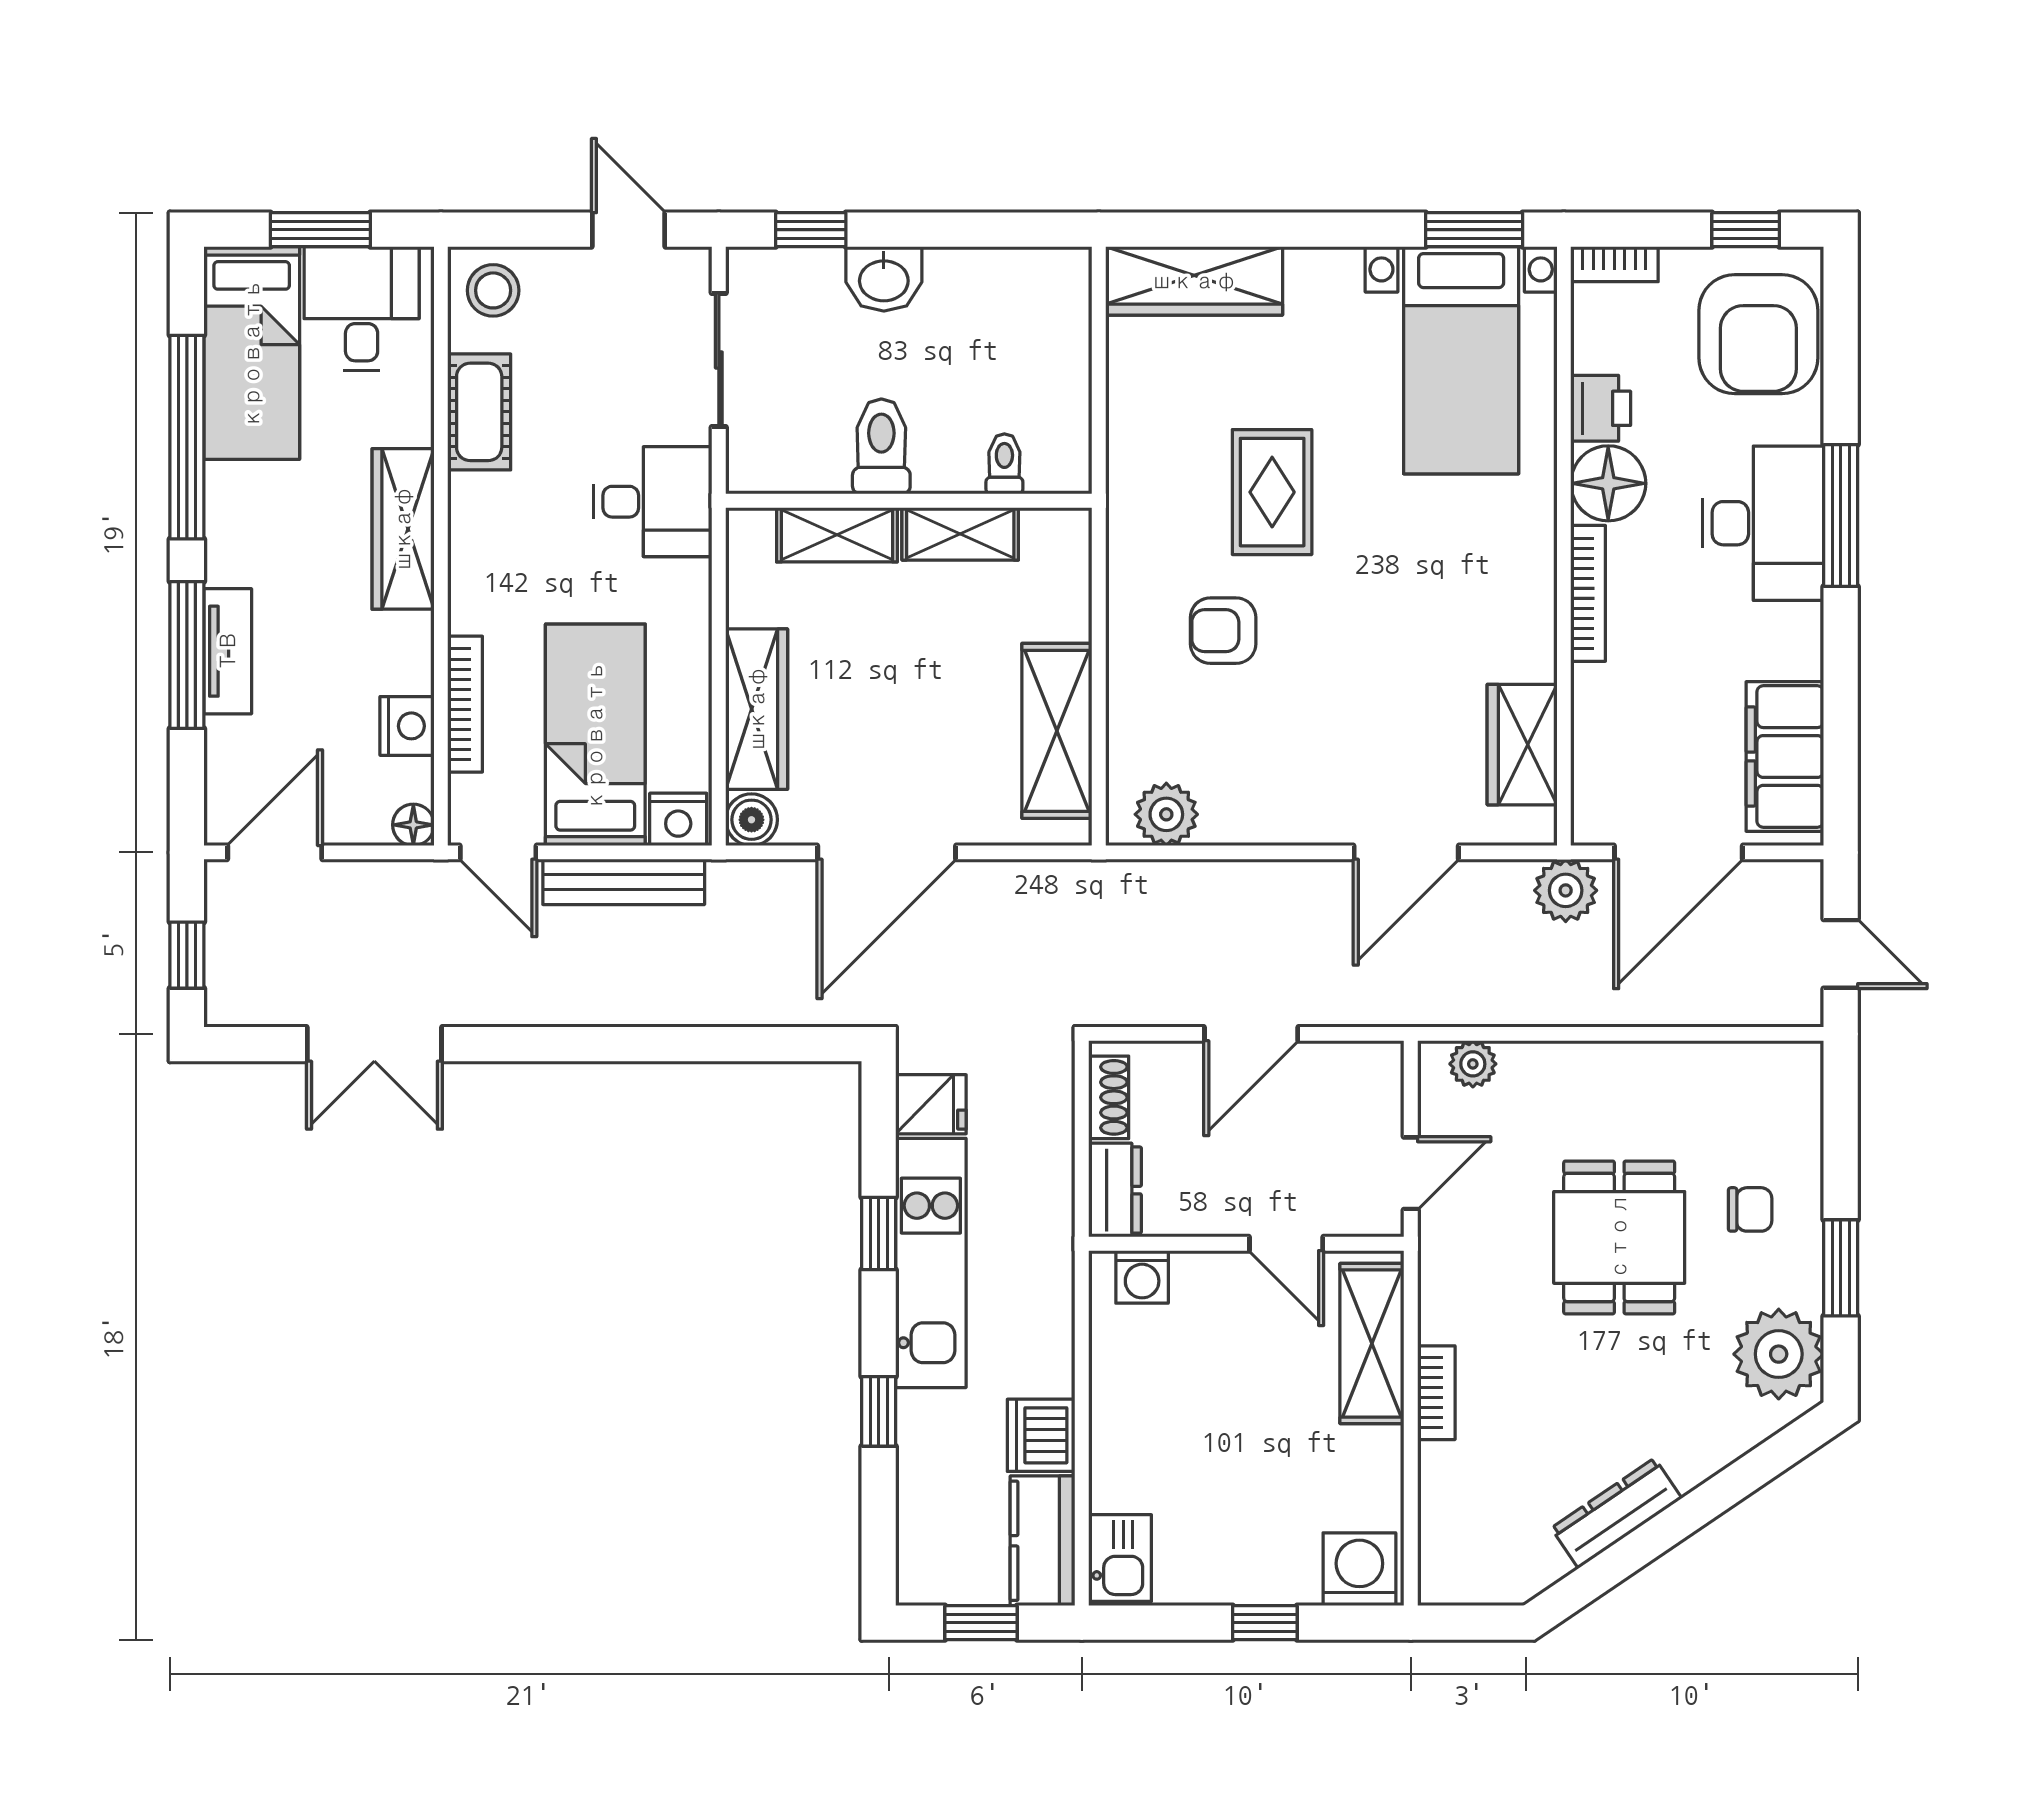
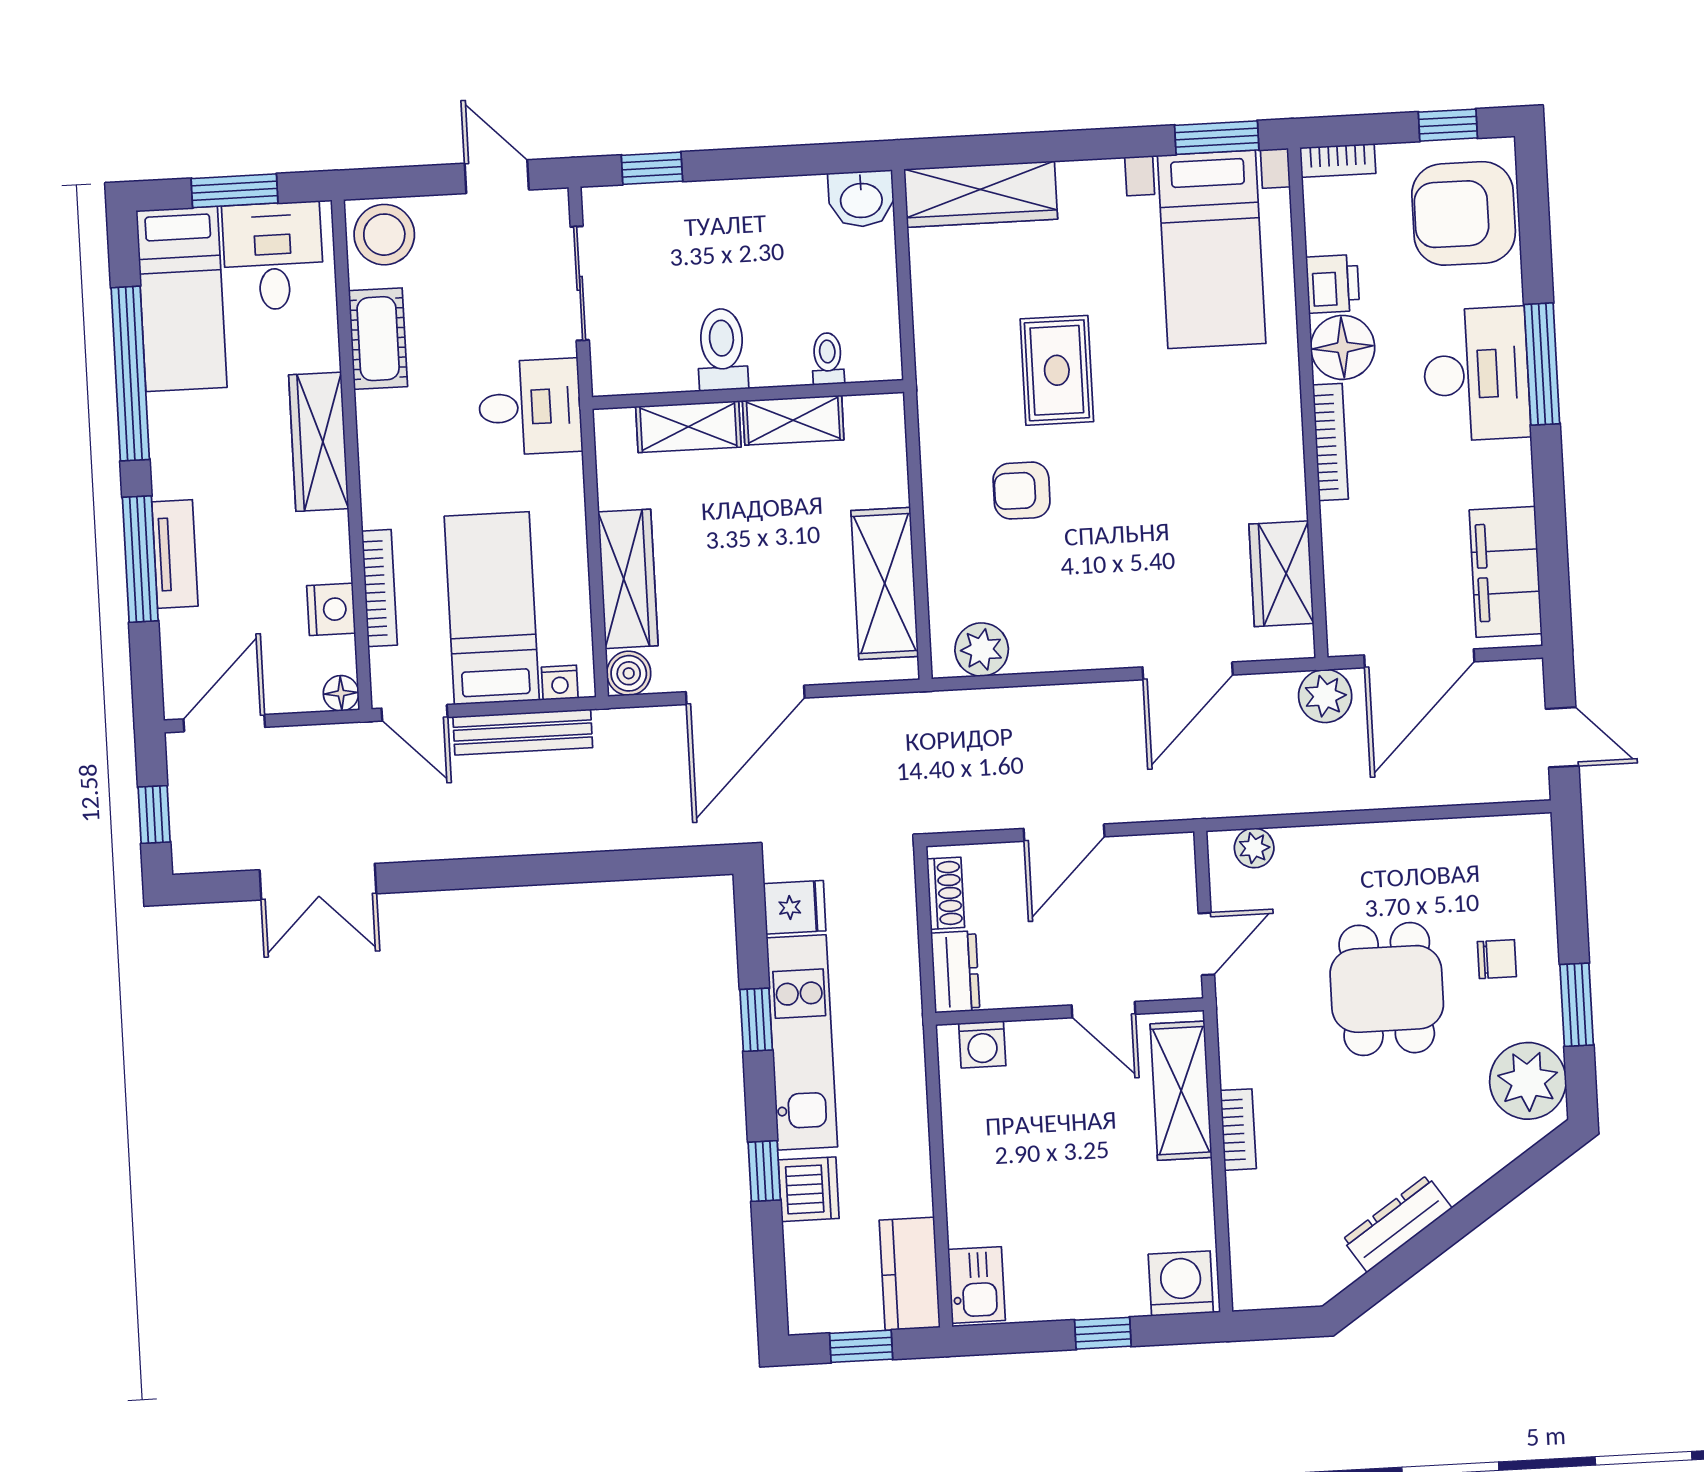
washbasin: (884, 279) -> (861, 199), moved
stool: (493, 290) -> (384, 235), width x1.38, depth x1.38
armchair: (1758, 334) -> (1464, 213), turned 90
nightstand: (678, 819) -> (560, 683), width x0.72, depth x0.74
dishwasher: (1041, 1435) -> (809, 1189), moved, turned 180

